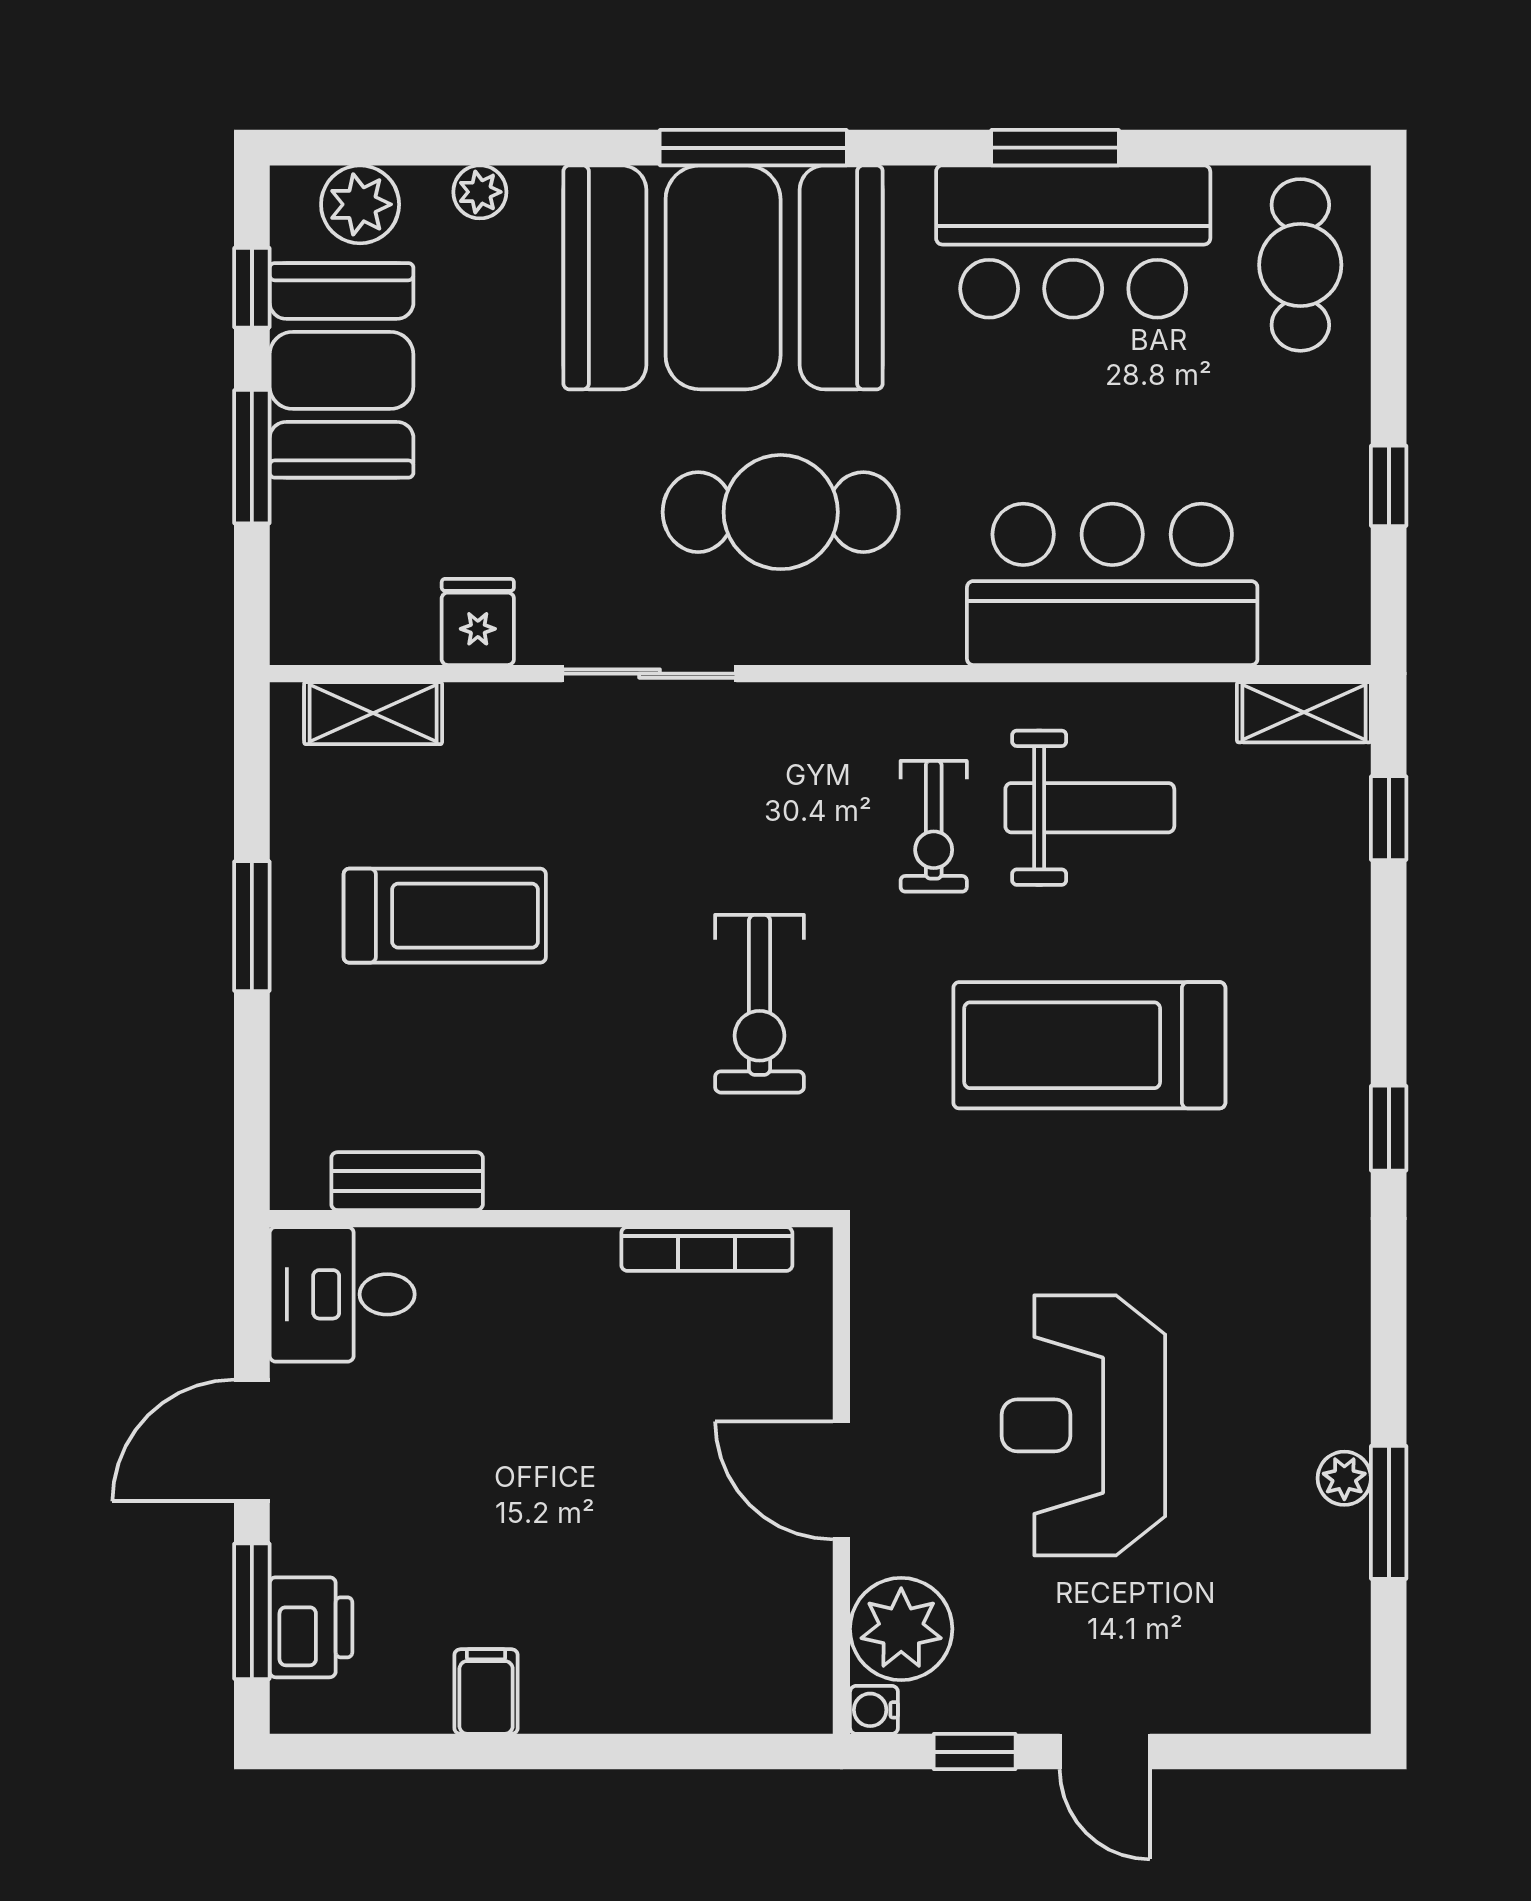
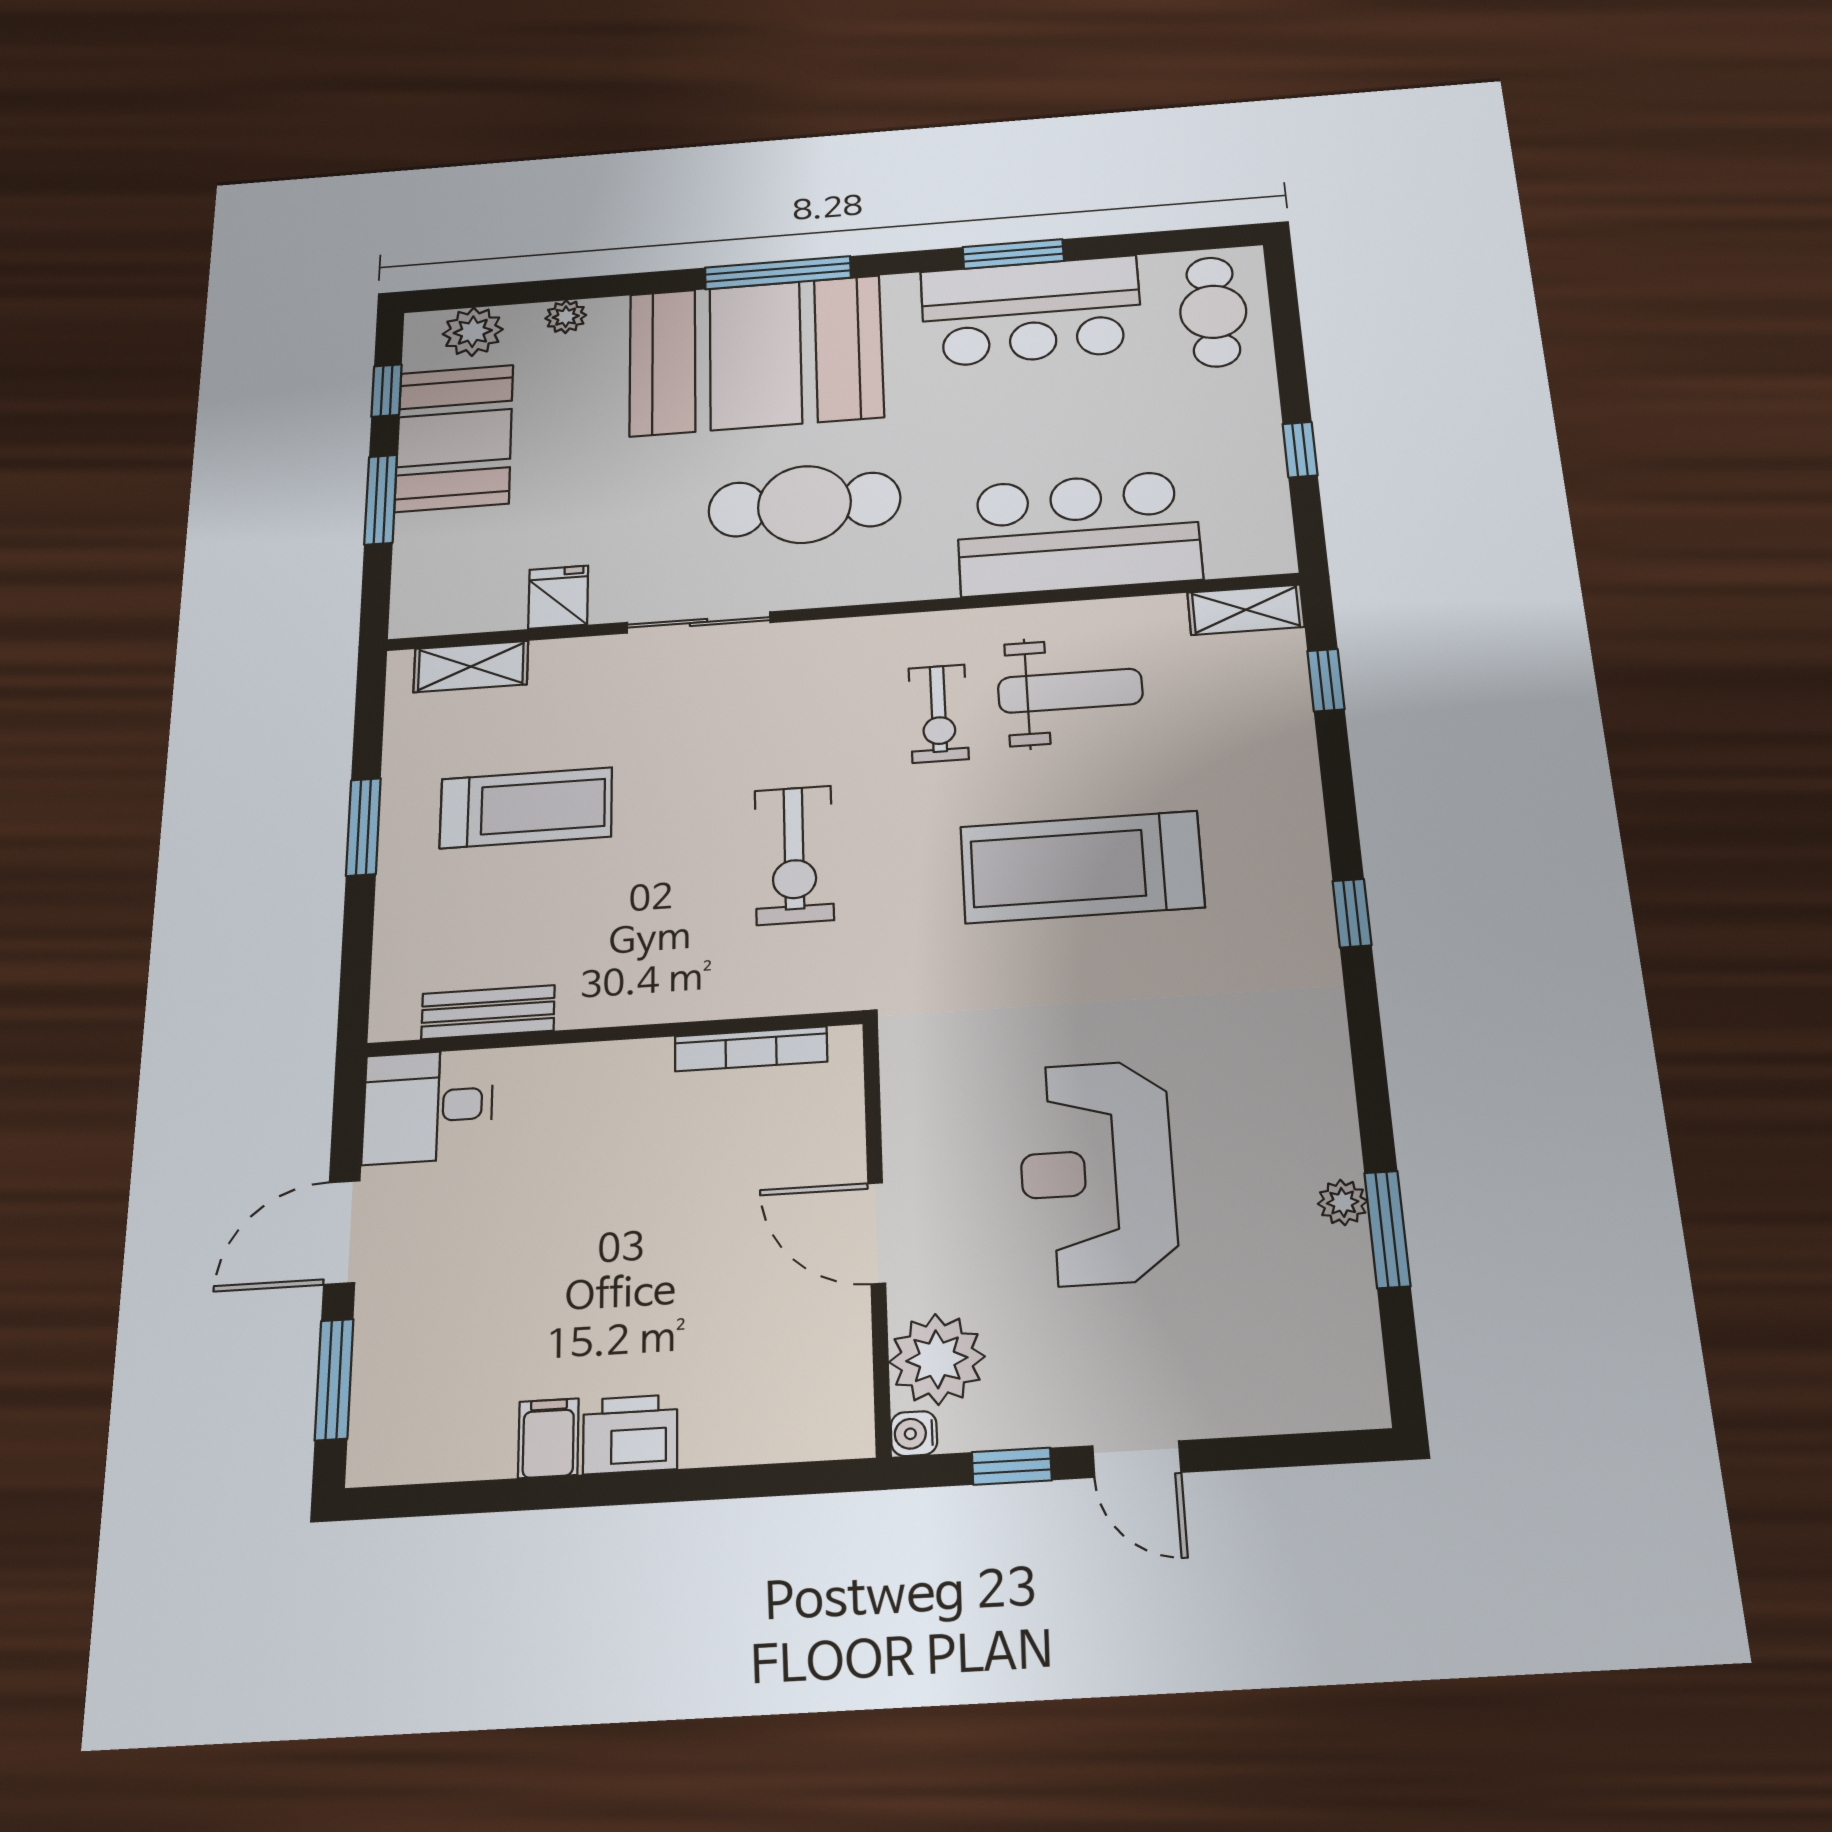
printer: (311, 1627) -> (630, 1434), moved, turned -90

